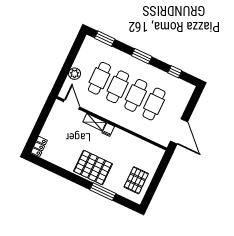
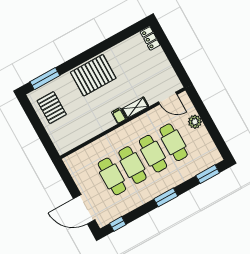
window: (175, 72) -> (118, 224), moved
door: (179, 131) -> (84, 209), moved
window: (103, 192) -> (45, 79), moved

